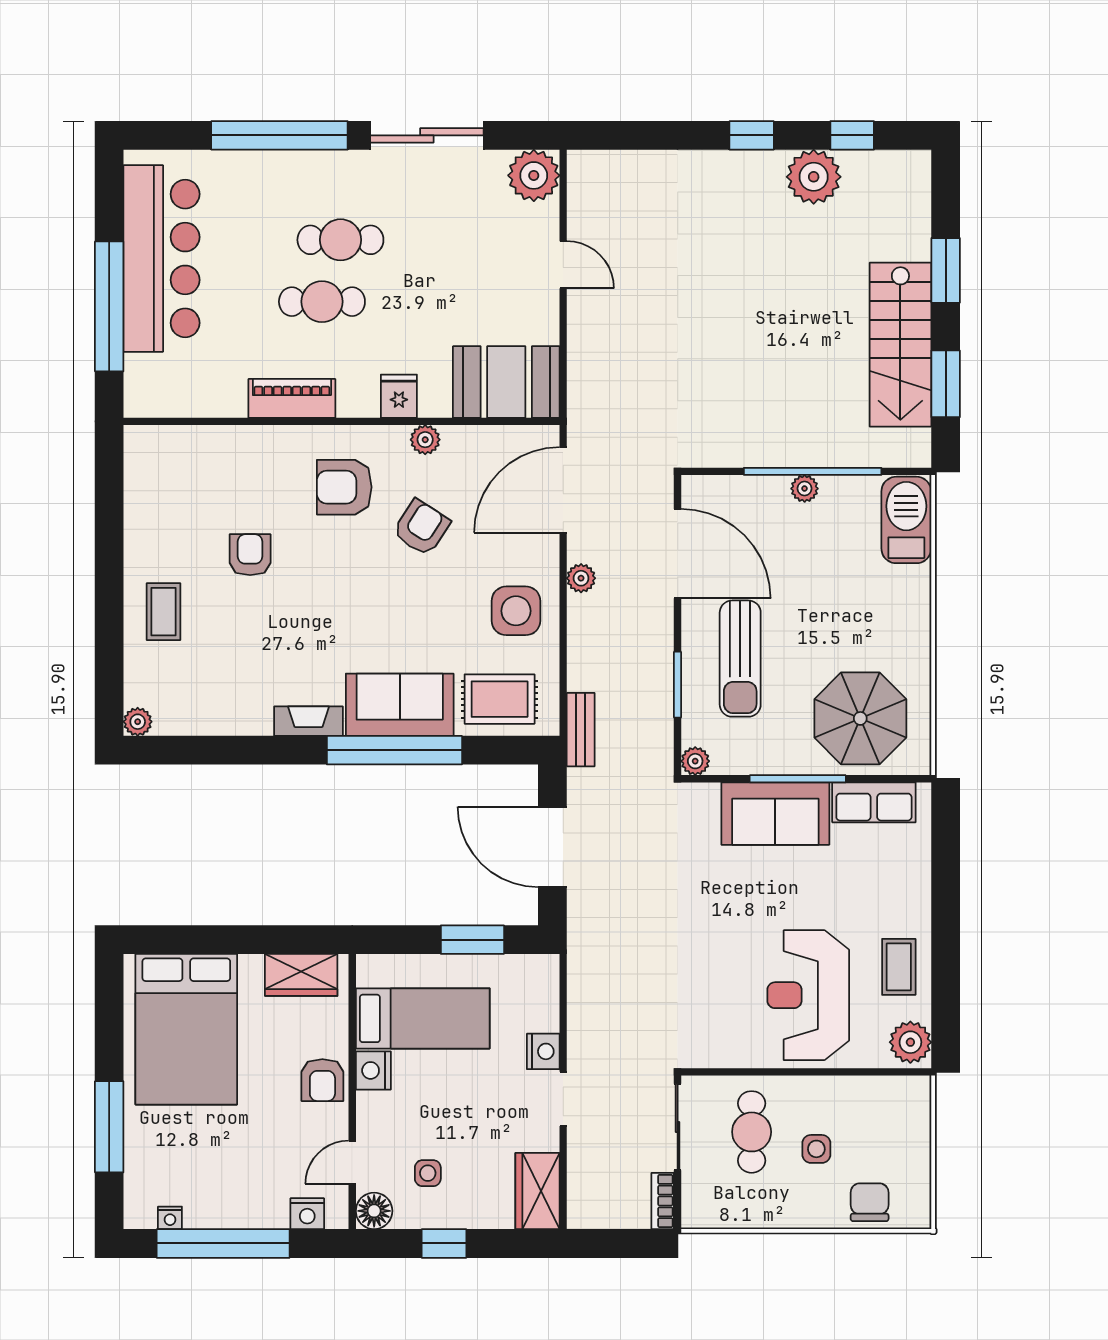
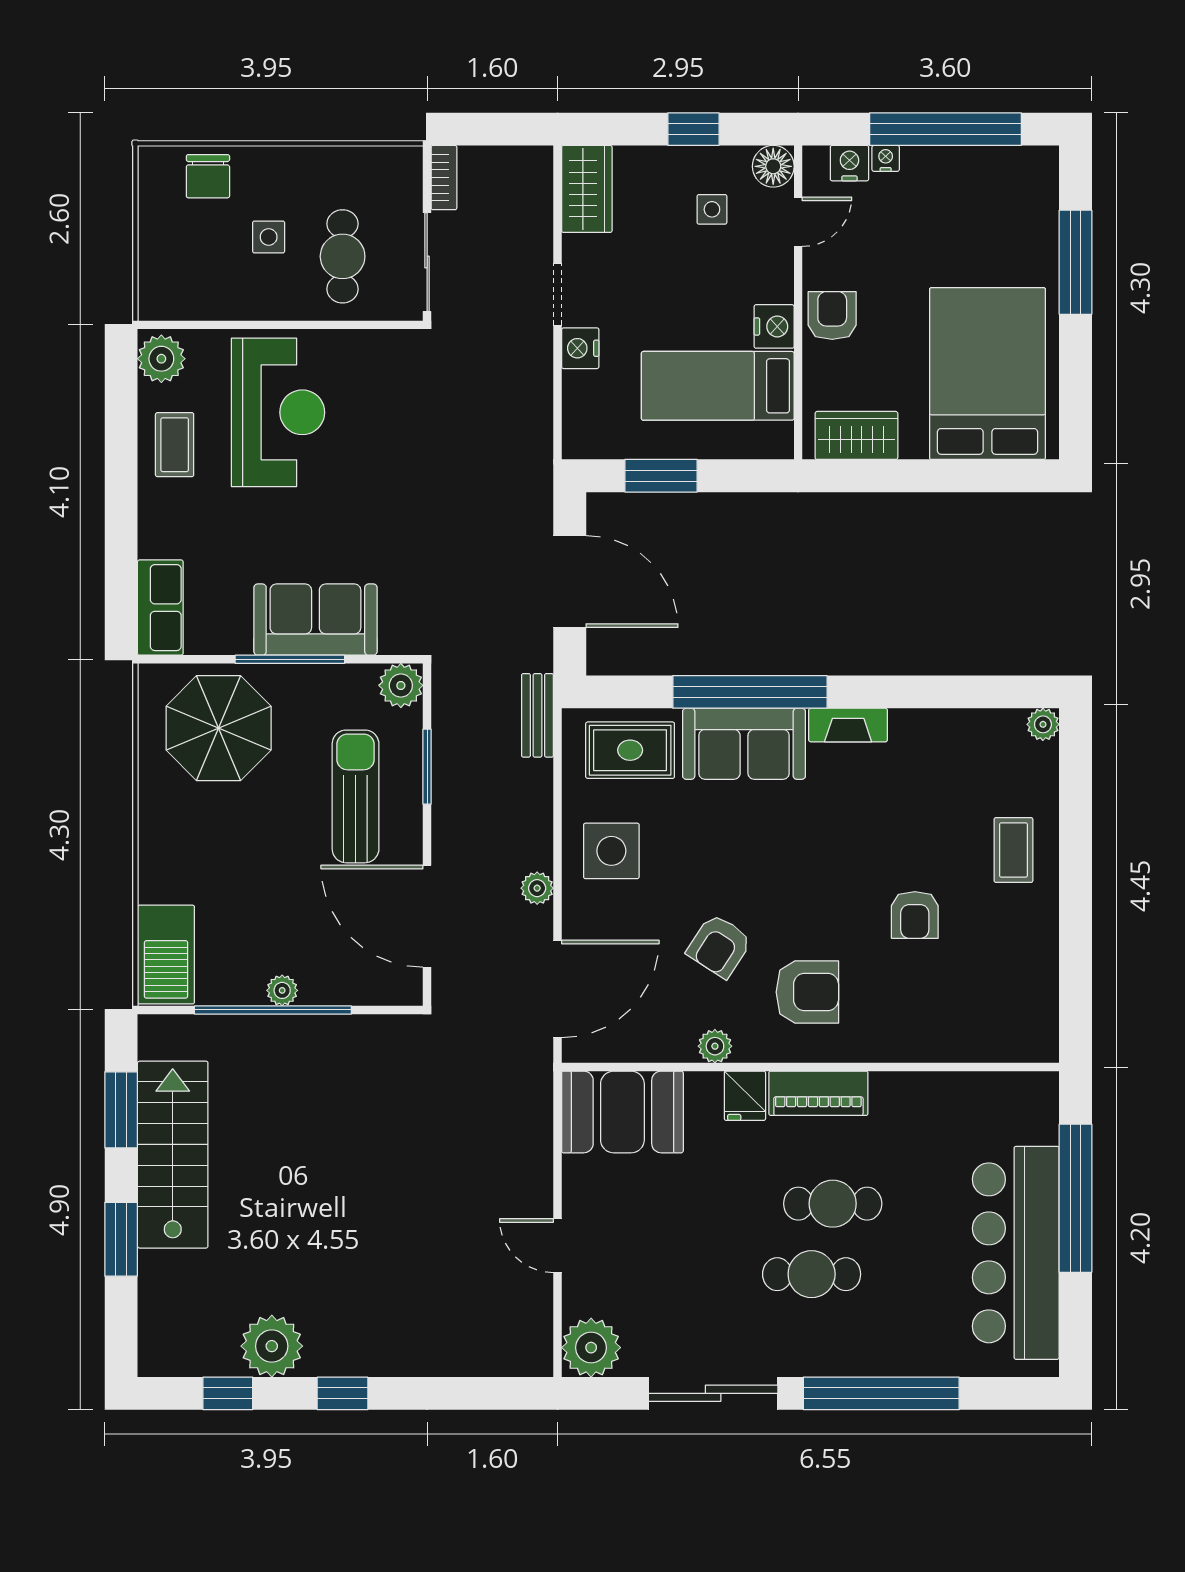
piano: (292, 398) -> (818, 1093), moved
plant: (695, 761) -> (401, 685), width x1.38, depth x1.38
row of seats: (874, 802) -> (160, 608), moved, turned 90
nightstand: (170, 1218) -> (886, 158), moved

